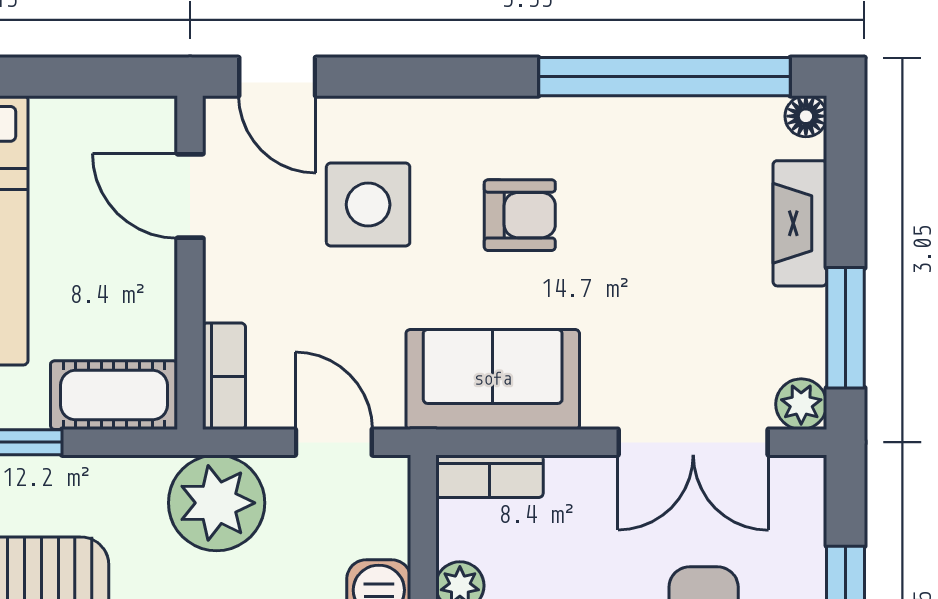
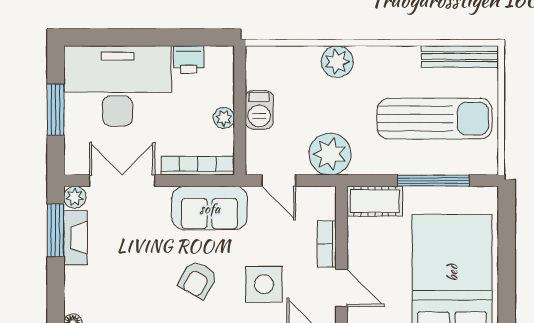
armchair: (520, 215) -> (198, 280), turned -61
fireplace: (800, 223) -> (75, 238), moved
bookcase: (224, 376) -> (327, 244), moved
bookcase: (489, 476) -> (198, 166), width x1.56

